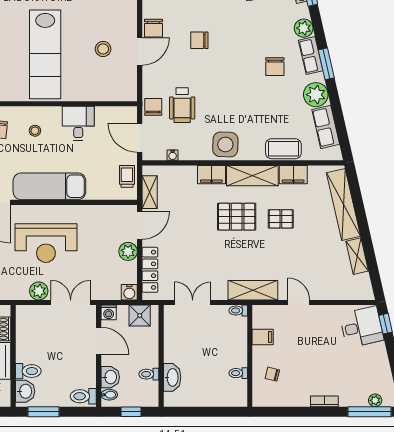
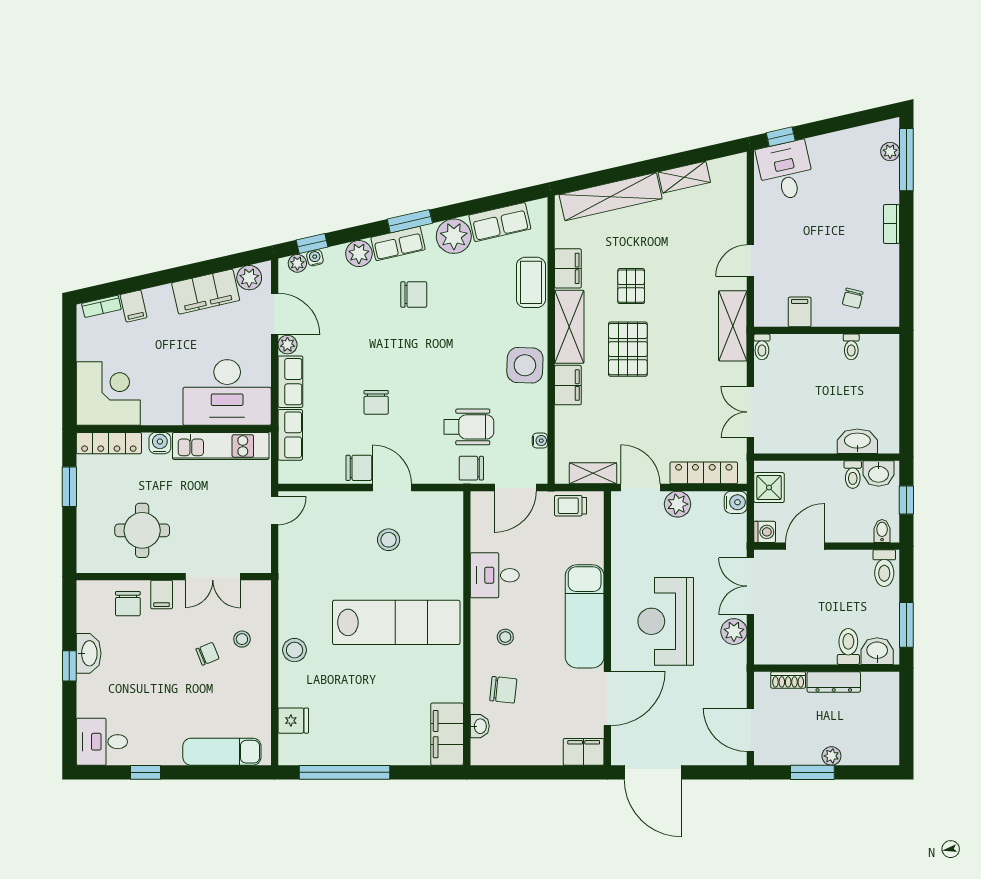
reception desk: (46, 243) -> (666, 621), turned 180
washbasin: (110, 377) -> (879, 474), moved, turned 180

